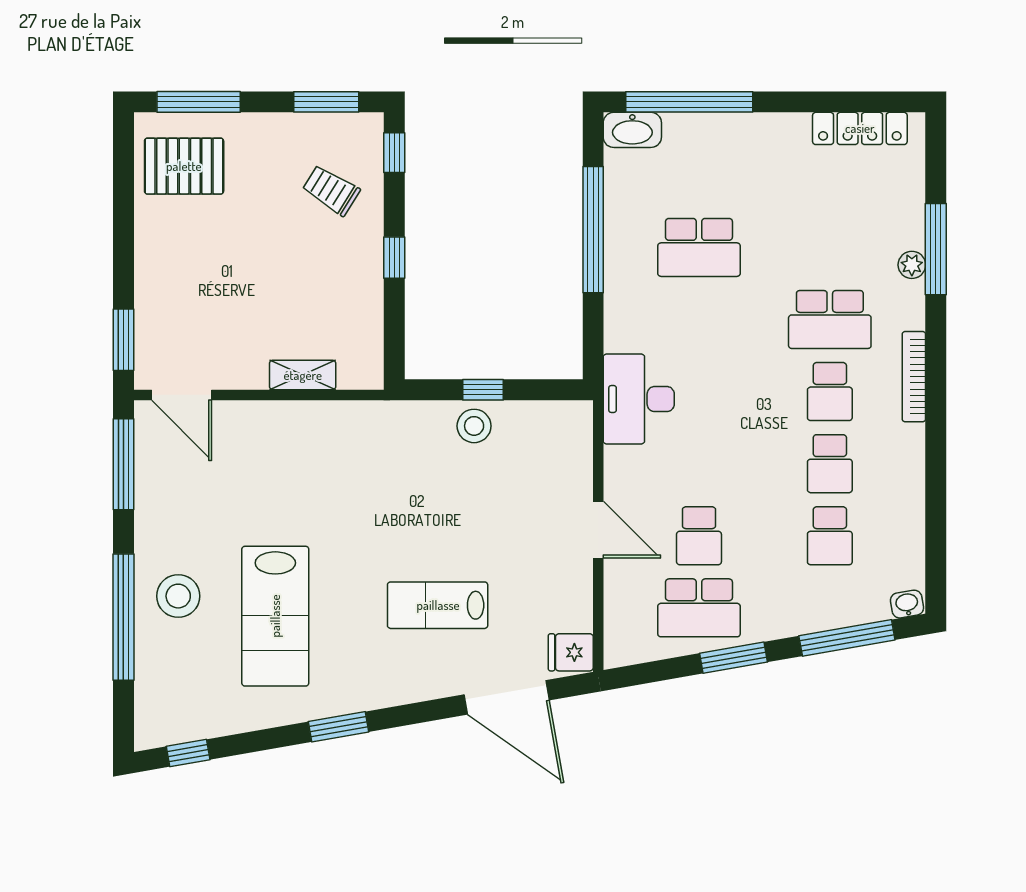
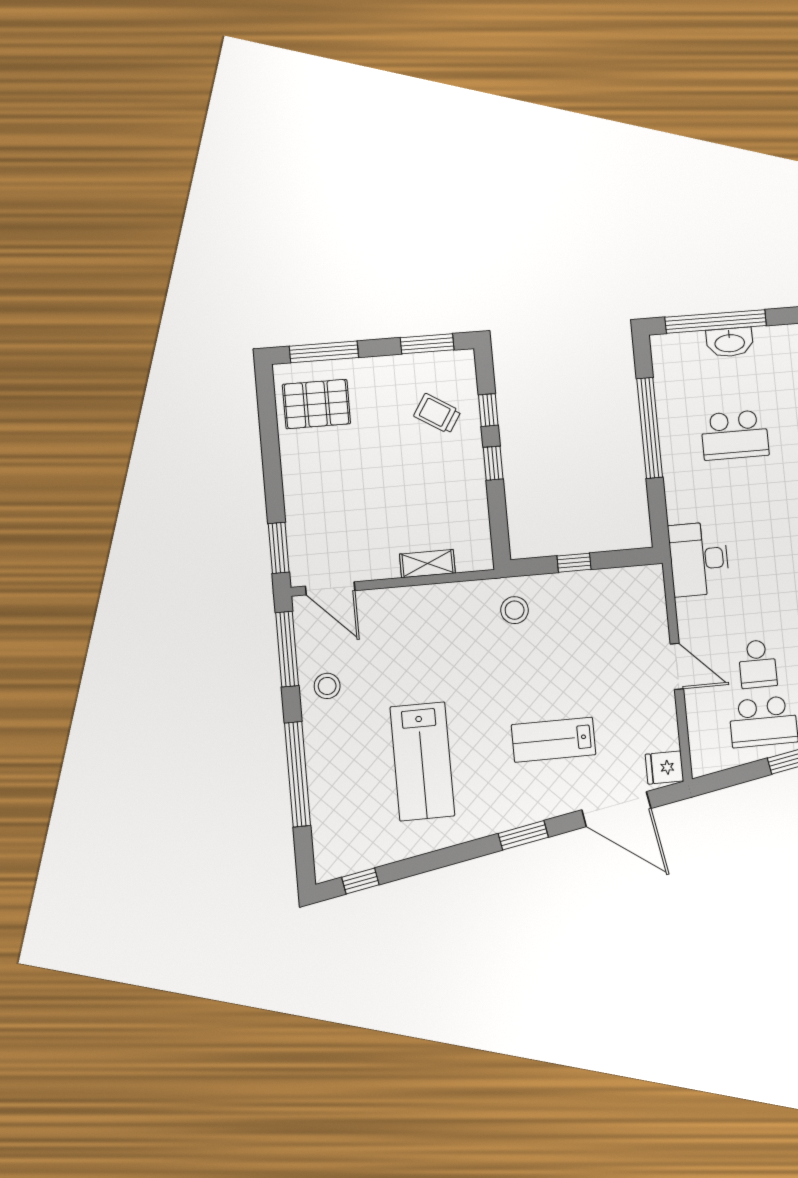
washbasin: (632, 130) -> (730, 342), moved
window: (394, 153) -> (488, 410), moved
stool: (474, 426) -> (515, 610), moved
stool: (178, 596) -> (327, 686), moved, width x0.73, depth x0.73
window: (338, 727) -> (523, 835), moved

